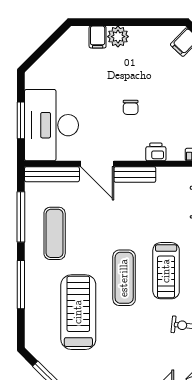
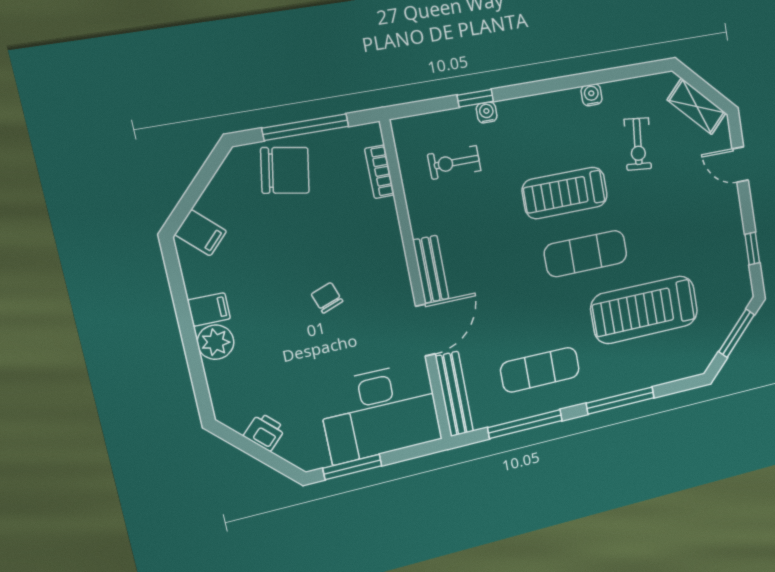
filing cabinet: (98, 37) -> (209, 309), moved
chair: (131, 107) -> (327, 298), turned -110
window: (21, 120) -> (352, 467), moved
printer: (156, 152) -> (265, 432), moved, turned 135
treadmill: (166, 271) -> (565, 193), turned 180

